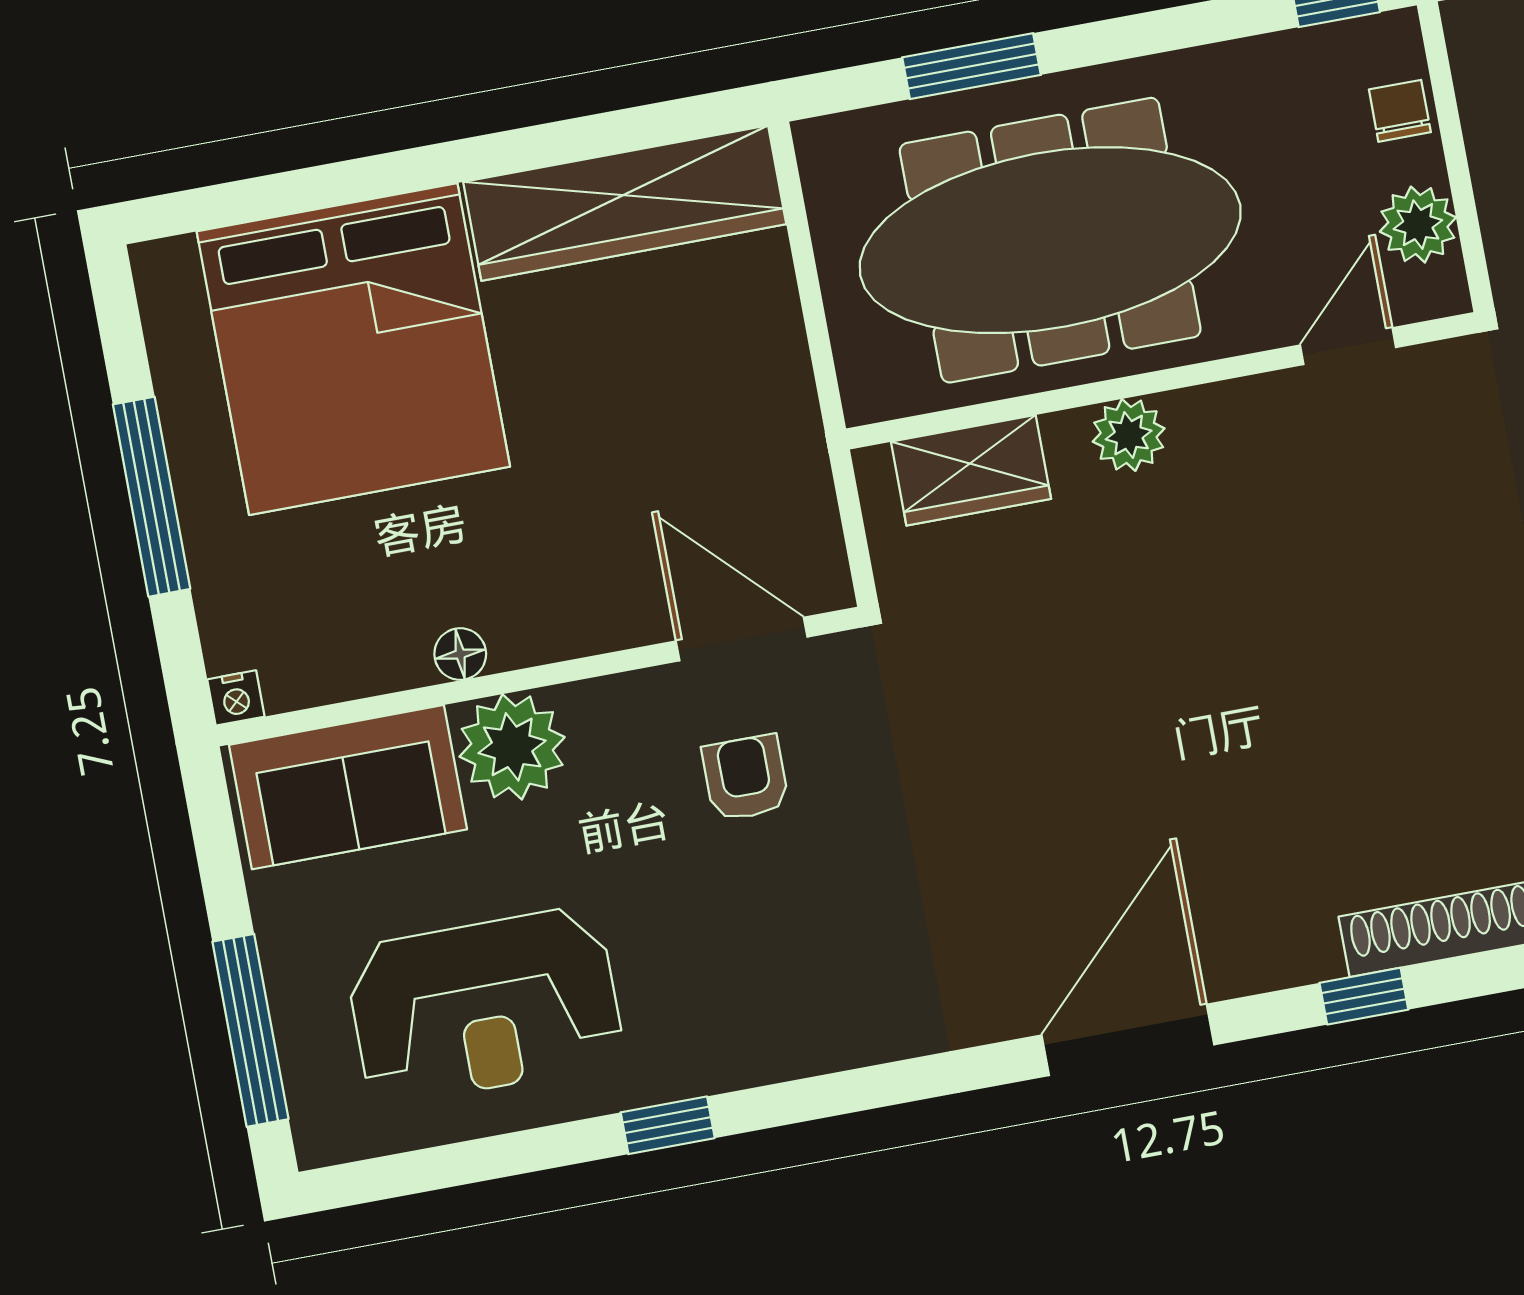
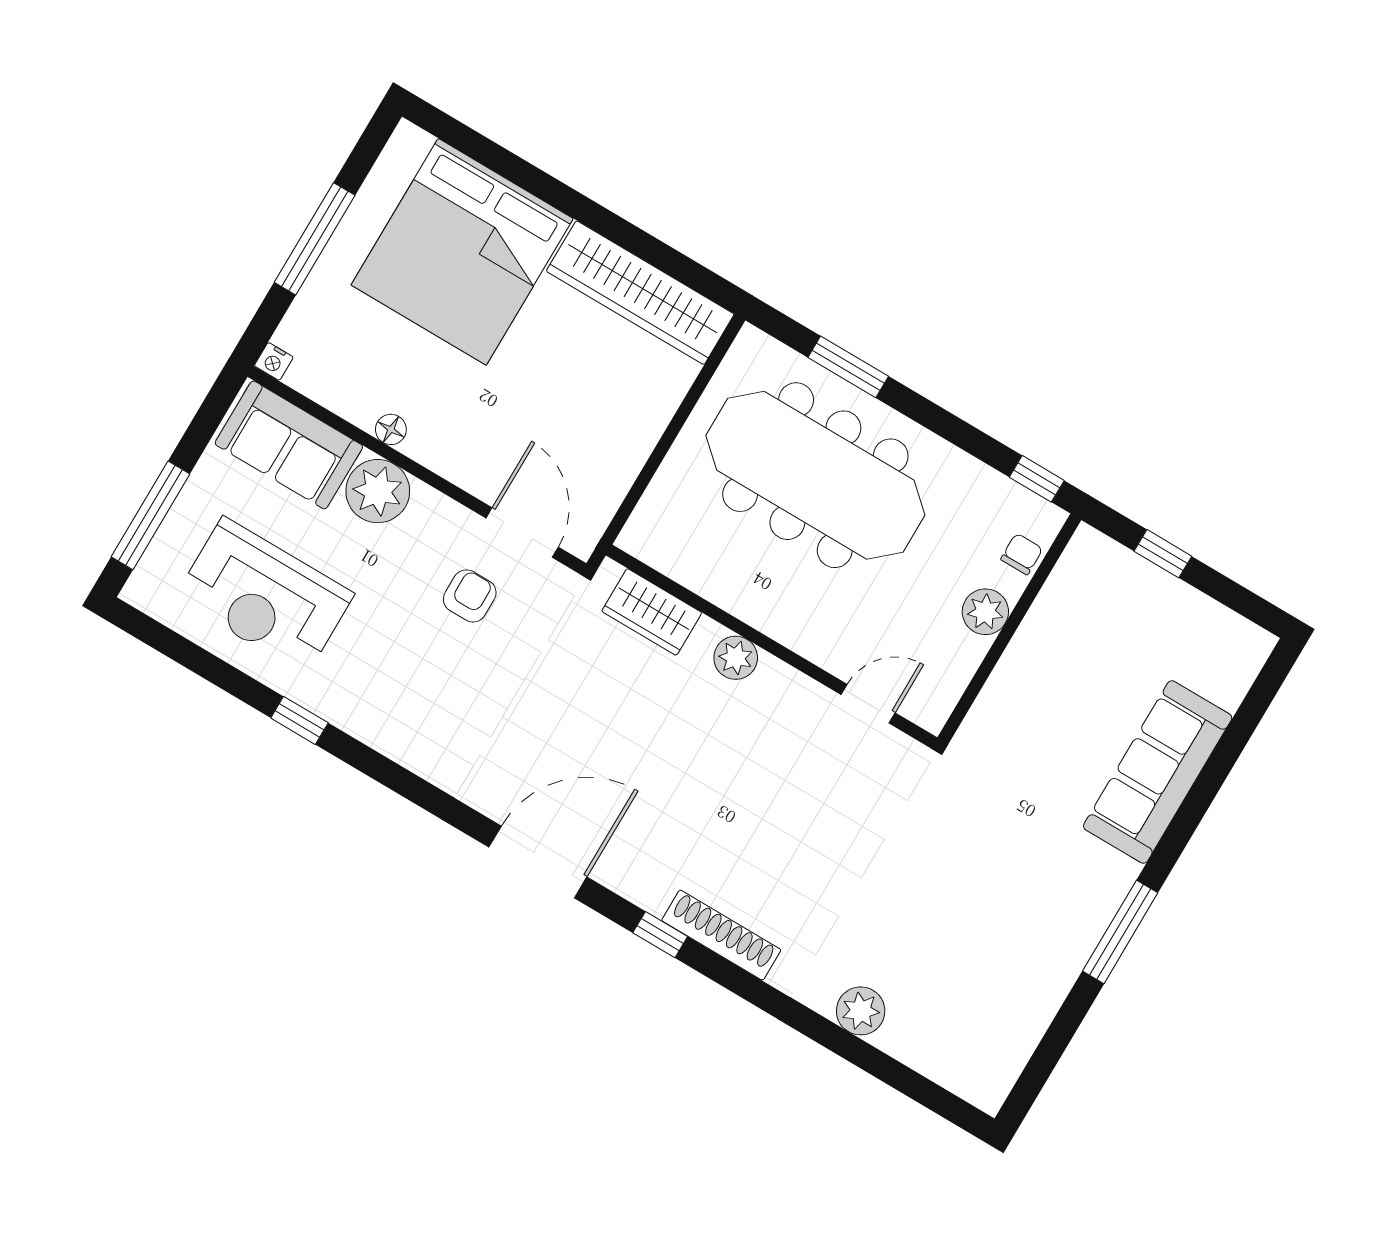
door: (1348, 346) -> (868, 704), moved
wall: (1162, 381) -> (772, 646), moved
plant: (1129, 435) -> (736, 658), moved
wardrobe: (971, 470) -> (652, 612), moved

